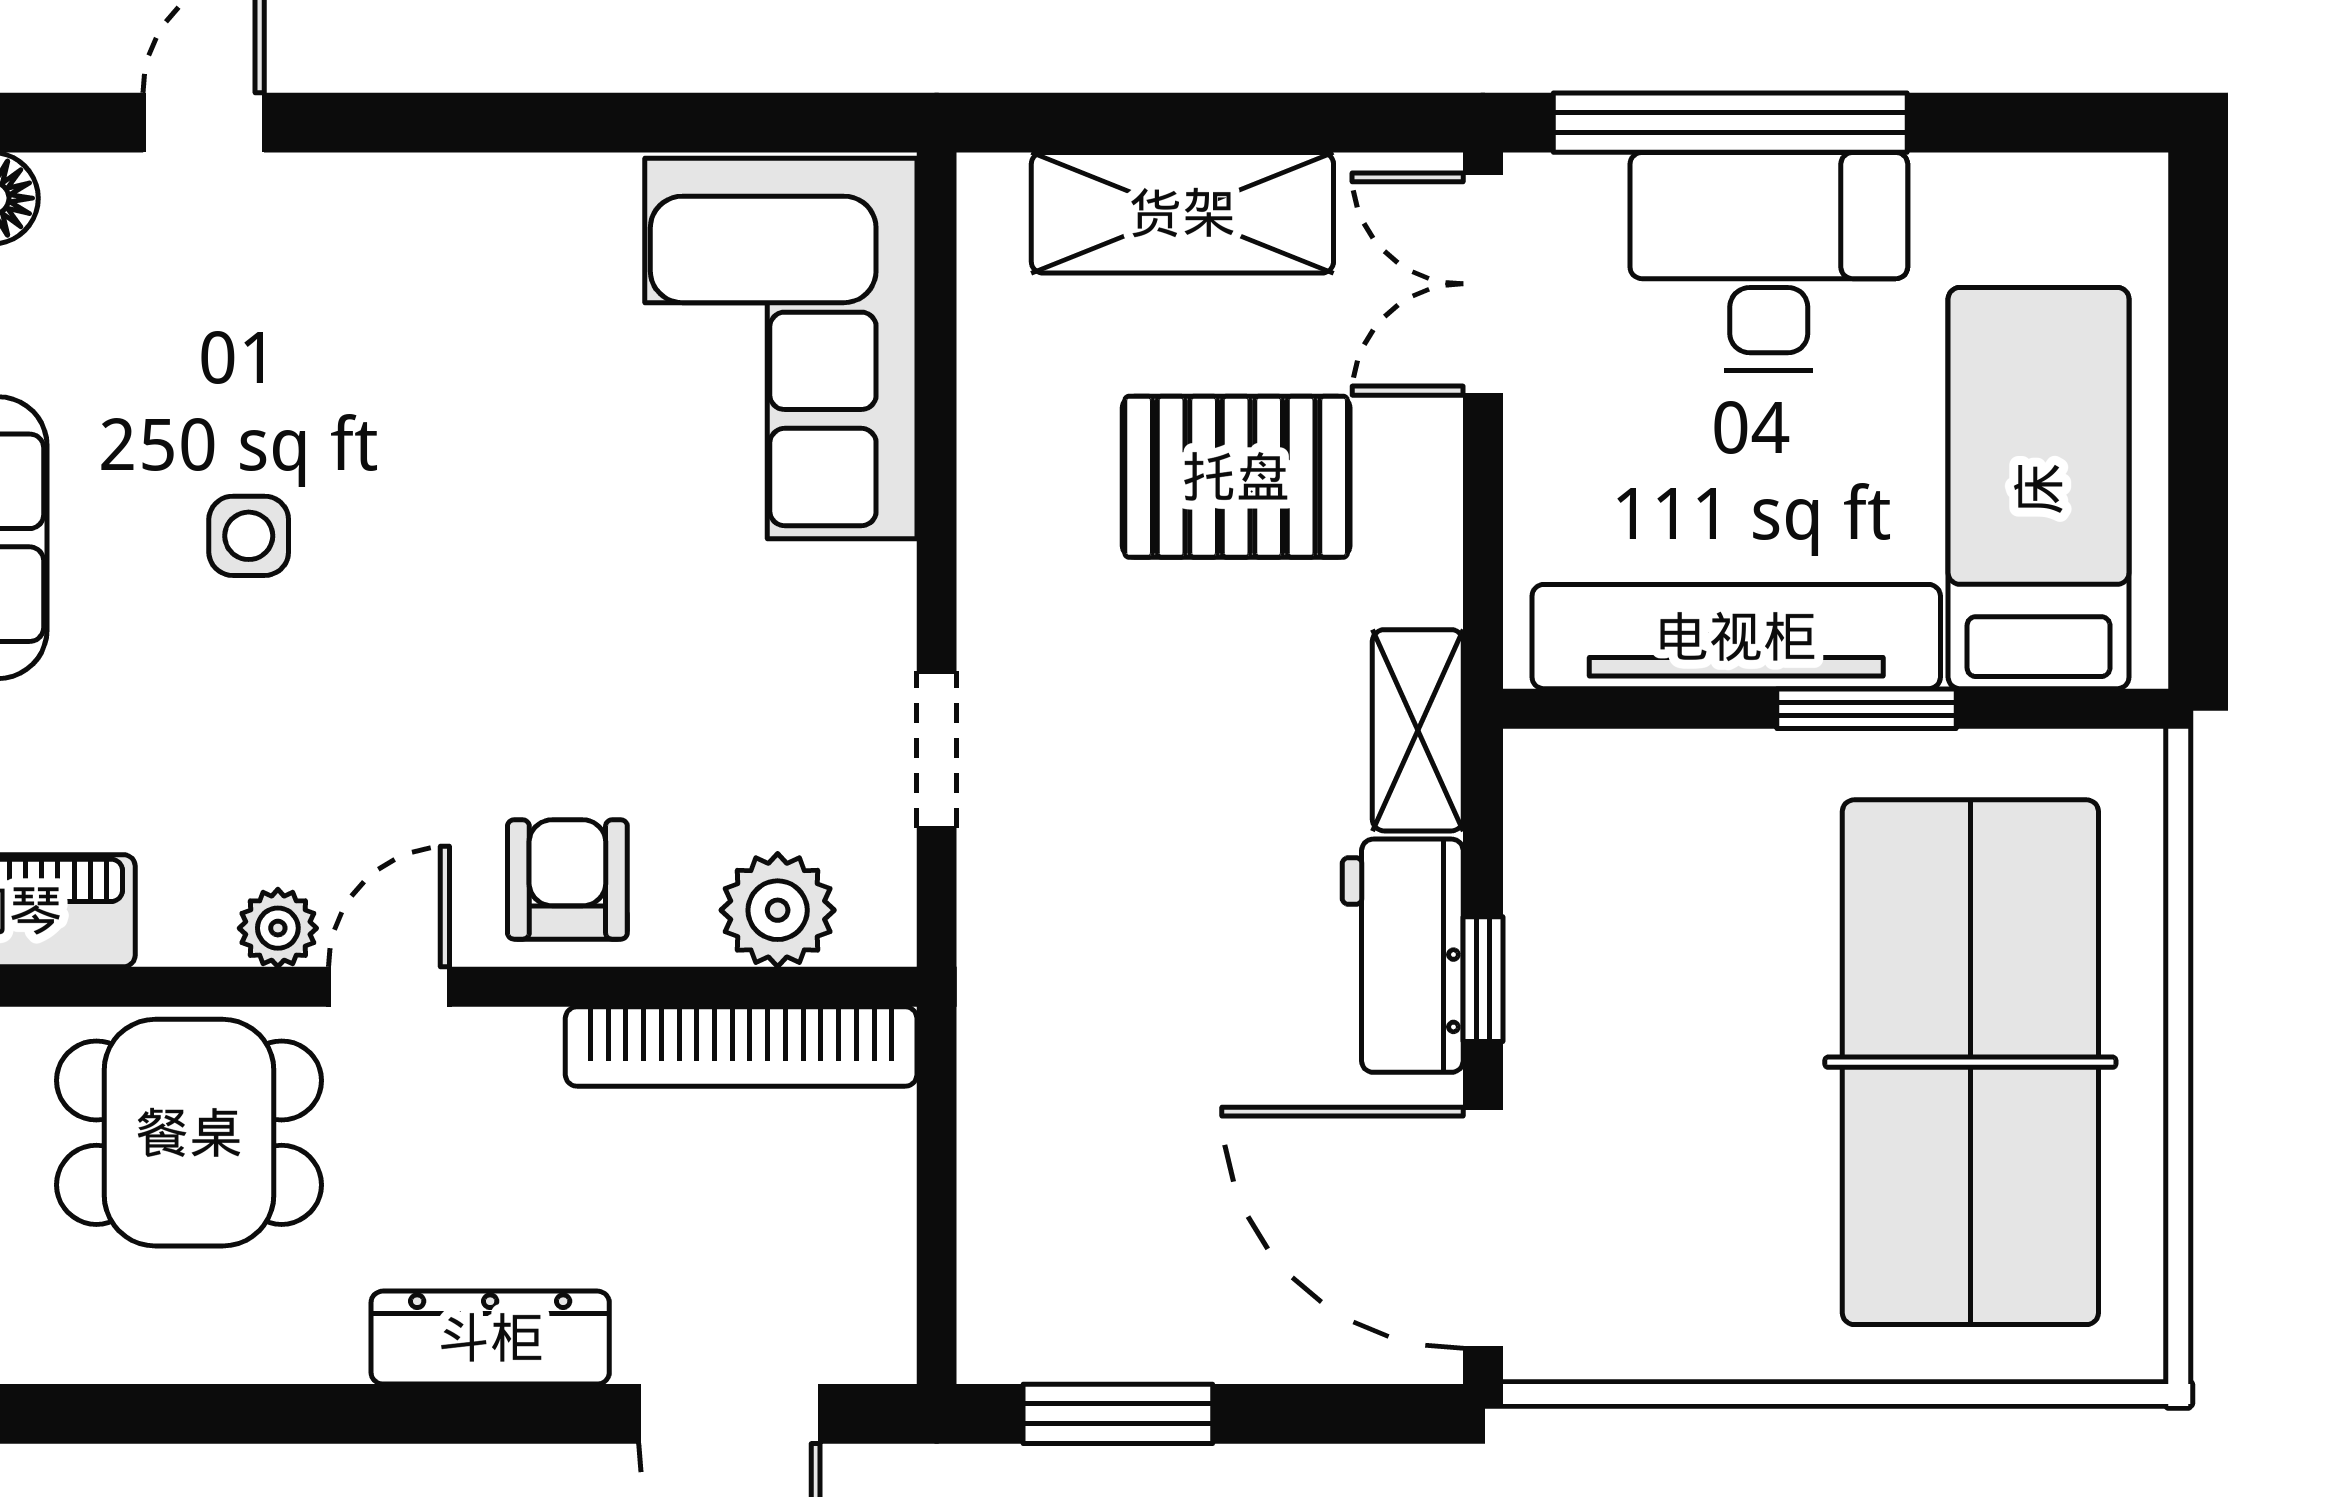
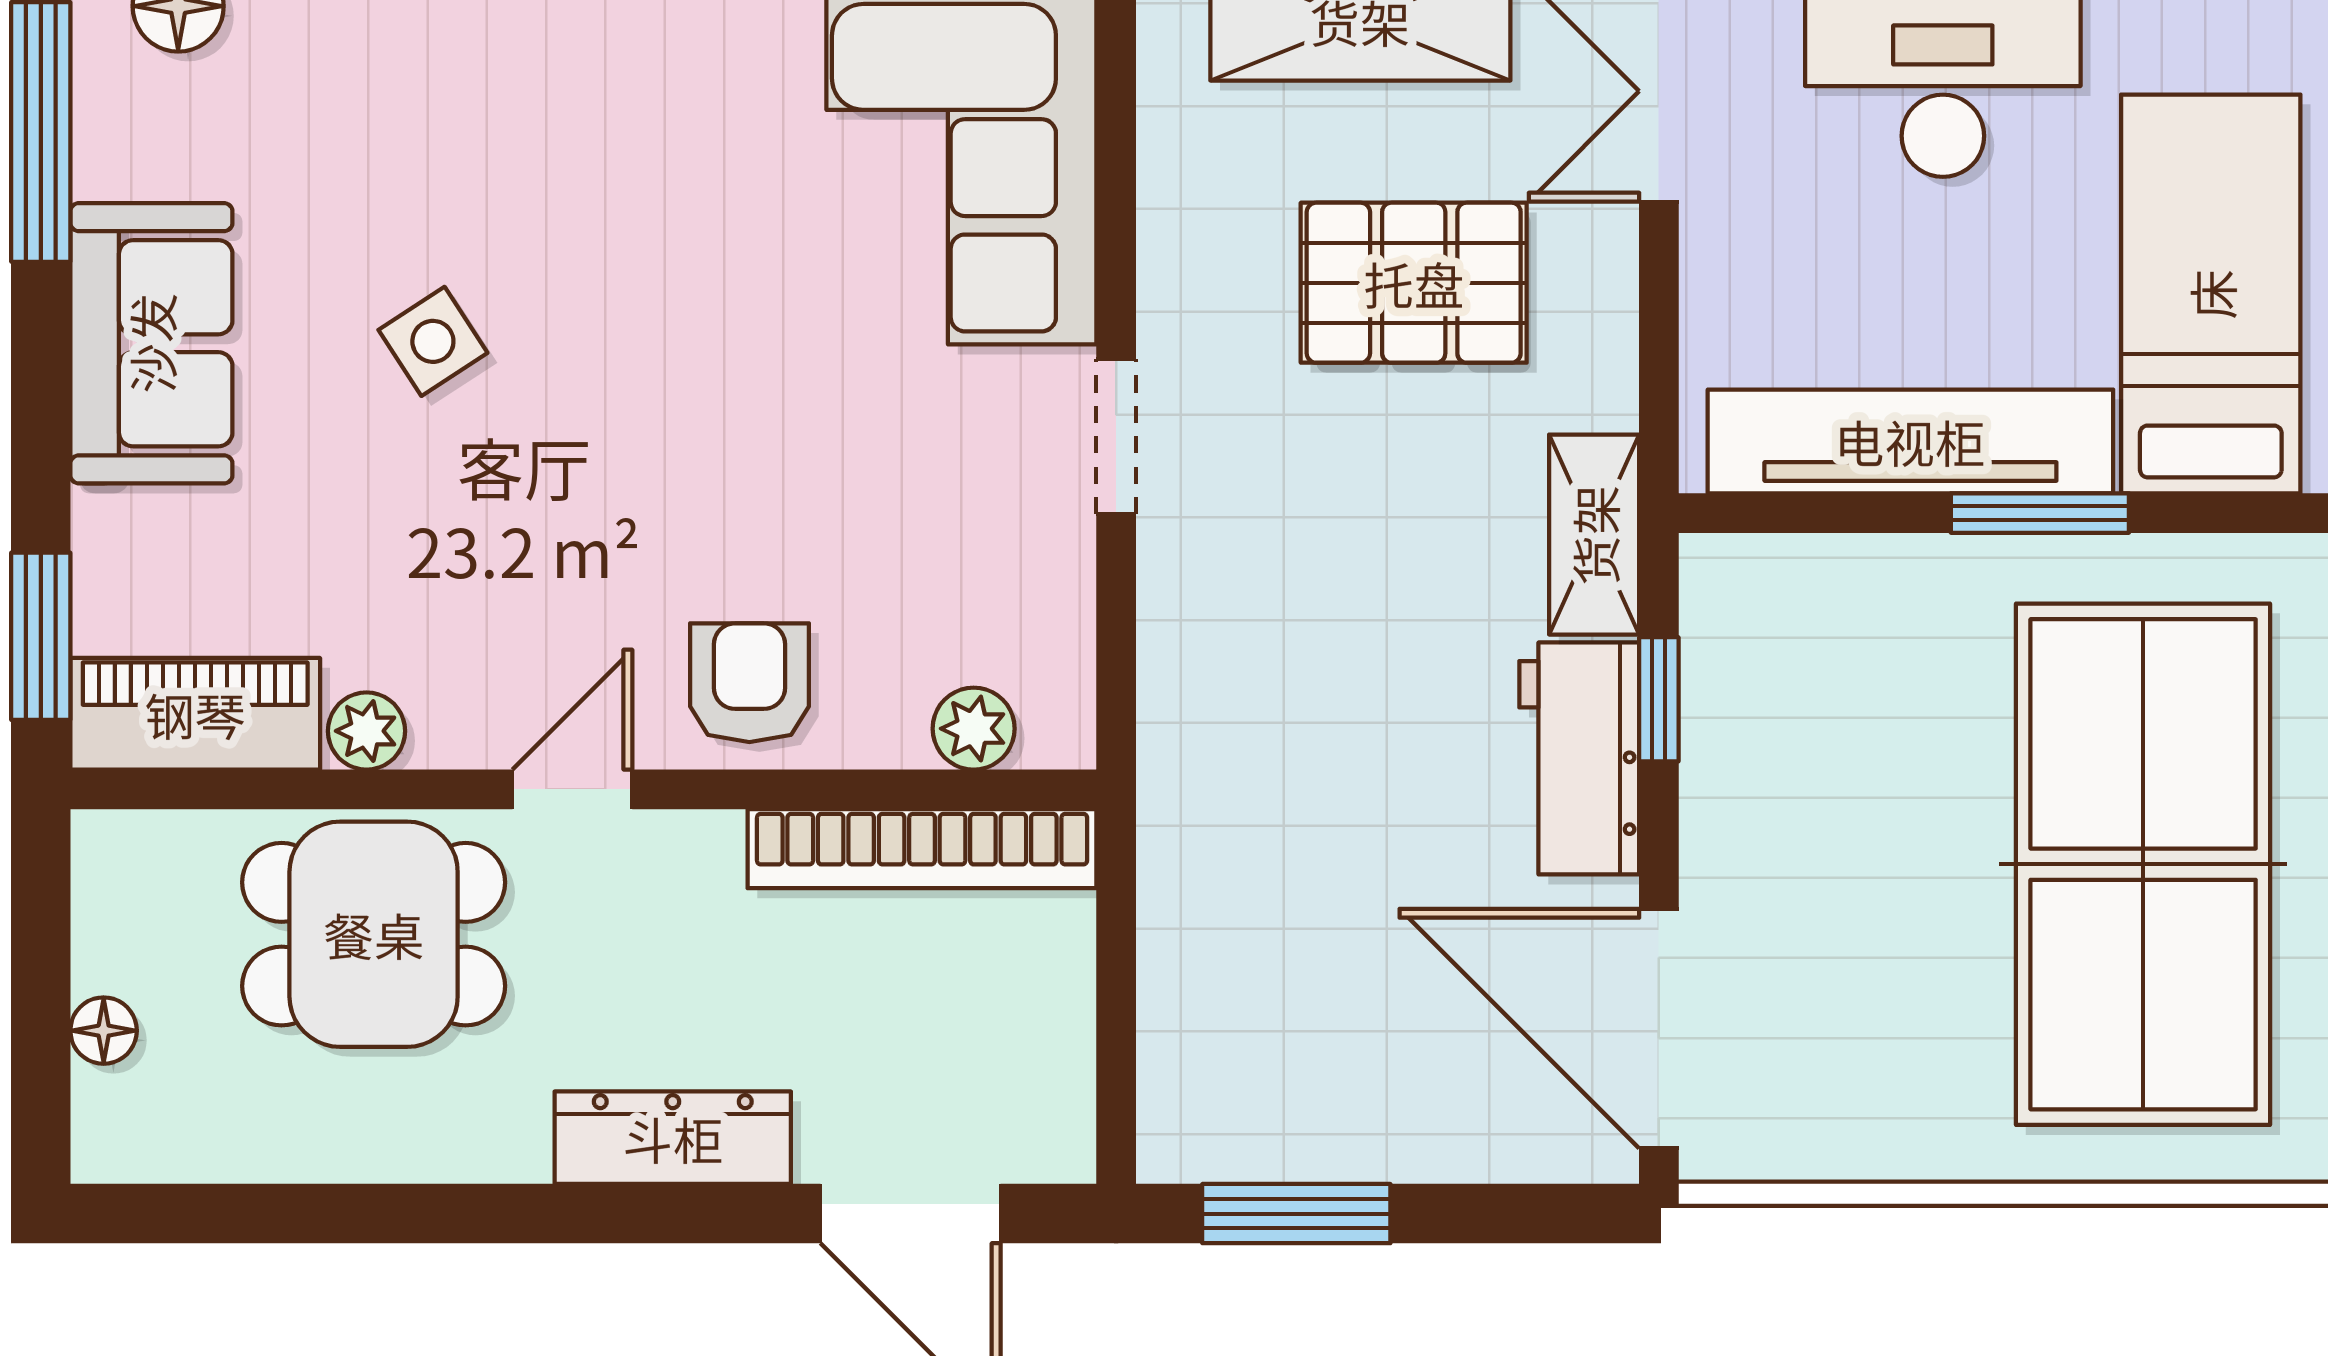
side table: (249, 536) -> (433, 341), turned -33
doorway: (937, 750) -> (1116, 436), moved
plant: (778, 910) -> (974, 729), width x0.73, depth x0.73
plant: (278, 928) -> (366, 731), moved
window: (1483, 979) -> (1659, 699), moved

